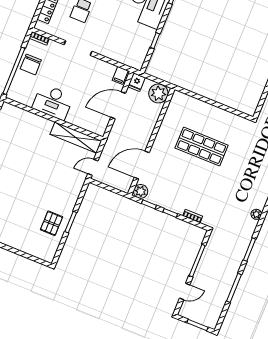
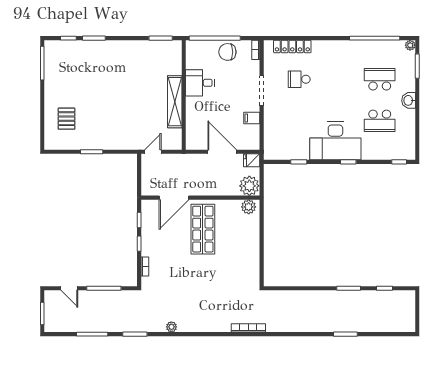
filing cabinet: (120, 75) -> (252, 118), moved
desk: (53, 102) -> (200, 83), width x0.73
shelving: (76, 138) -> (175, 102), moved
shop shelf: (202, 147) -> (203, 229), moved
door: (142, 165) -> (174, 198), swing flipped
door: (93, 167) -> (153, 152), hinge flipped
plant: (141, 191) -> (249, 207), moved
pallet: (51, 223) -> (66, 119), moved, turned 90

